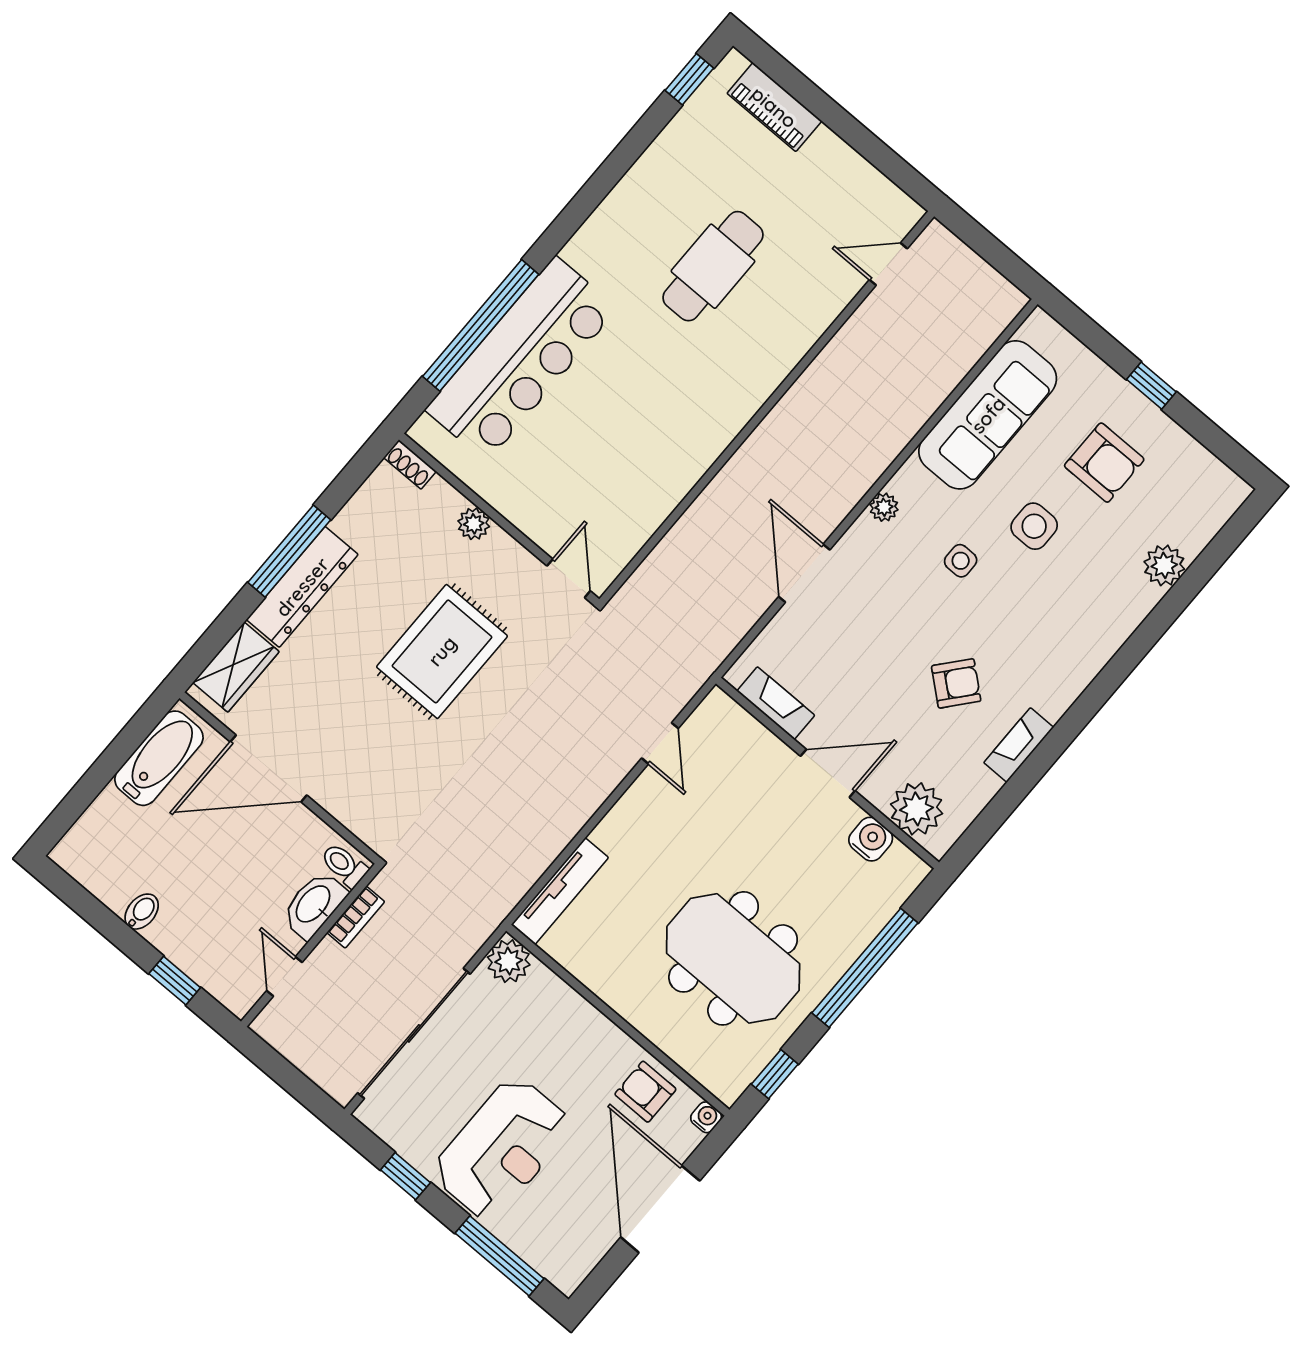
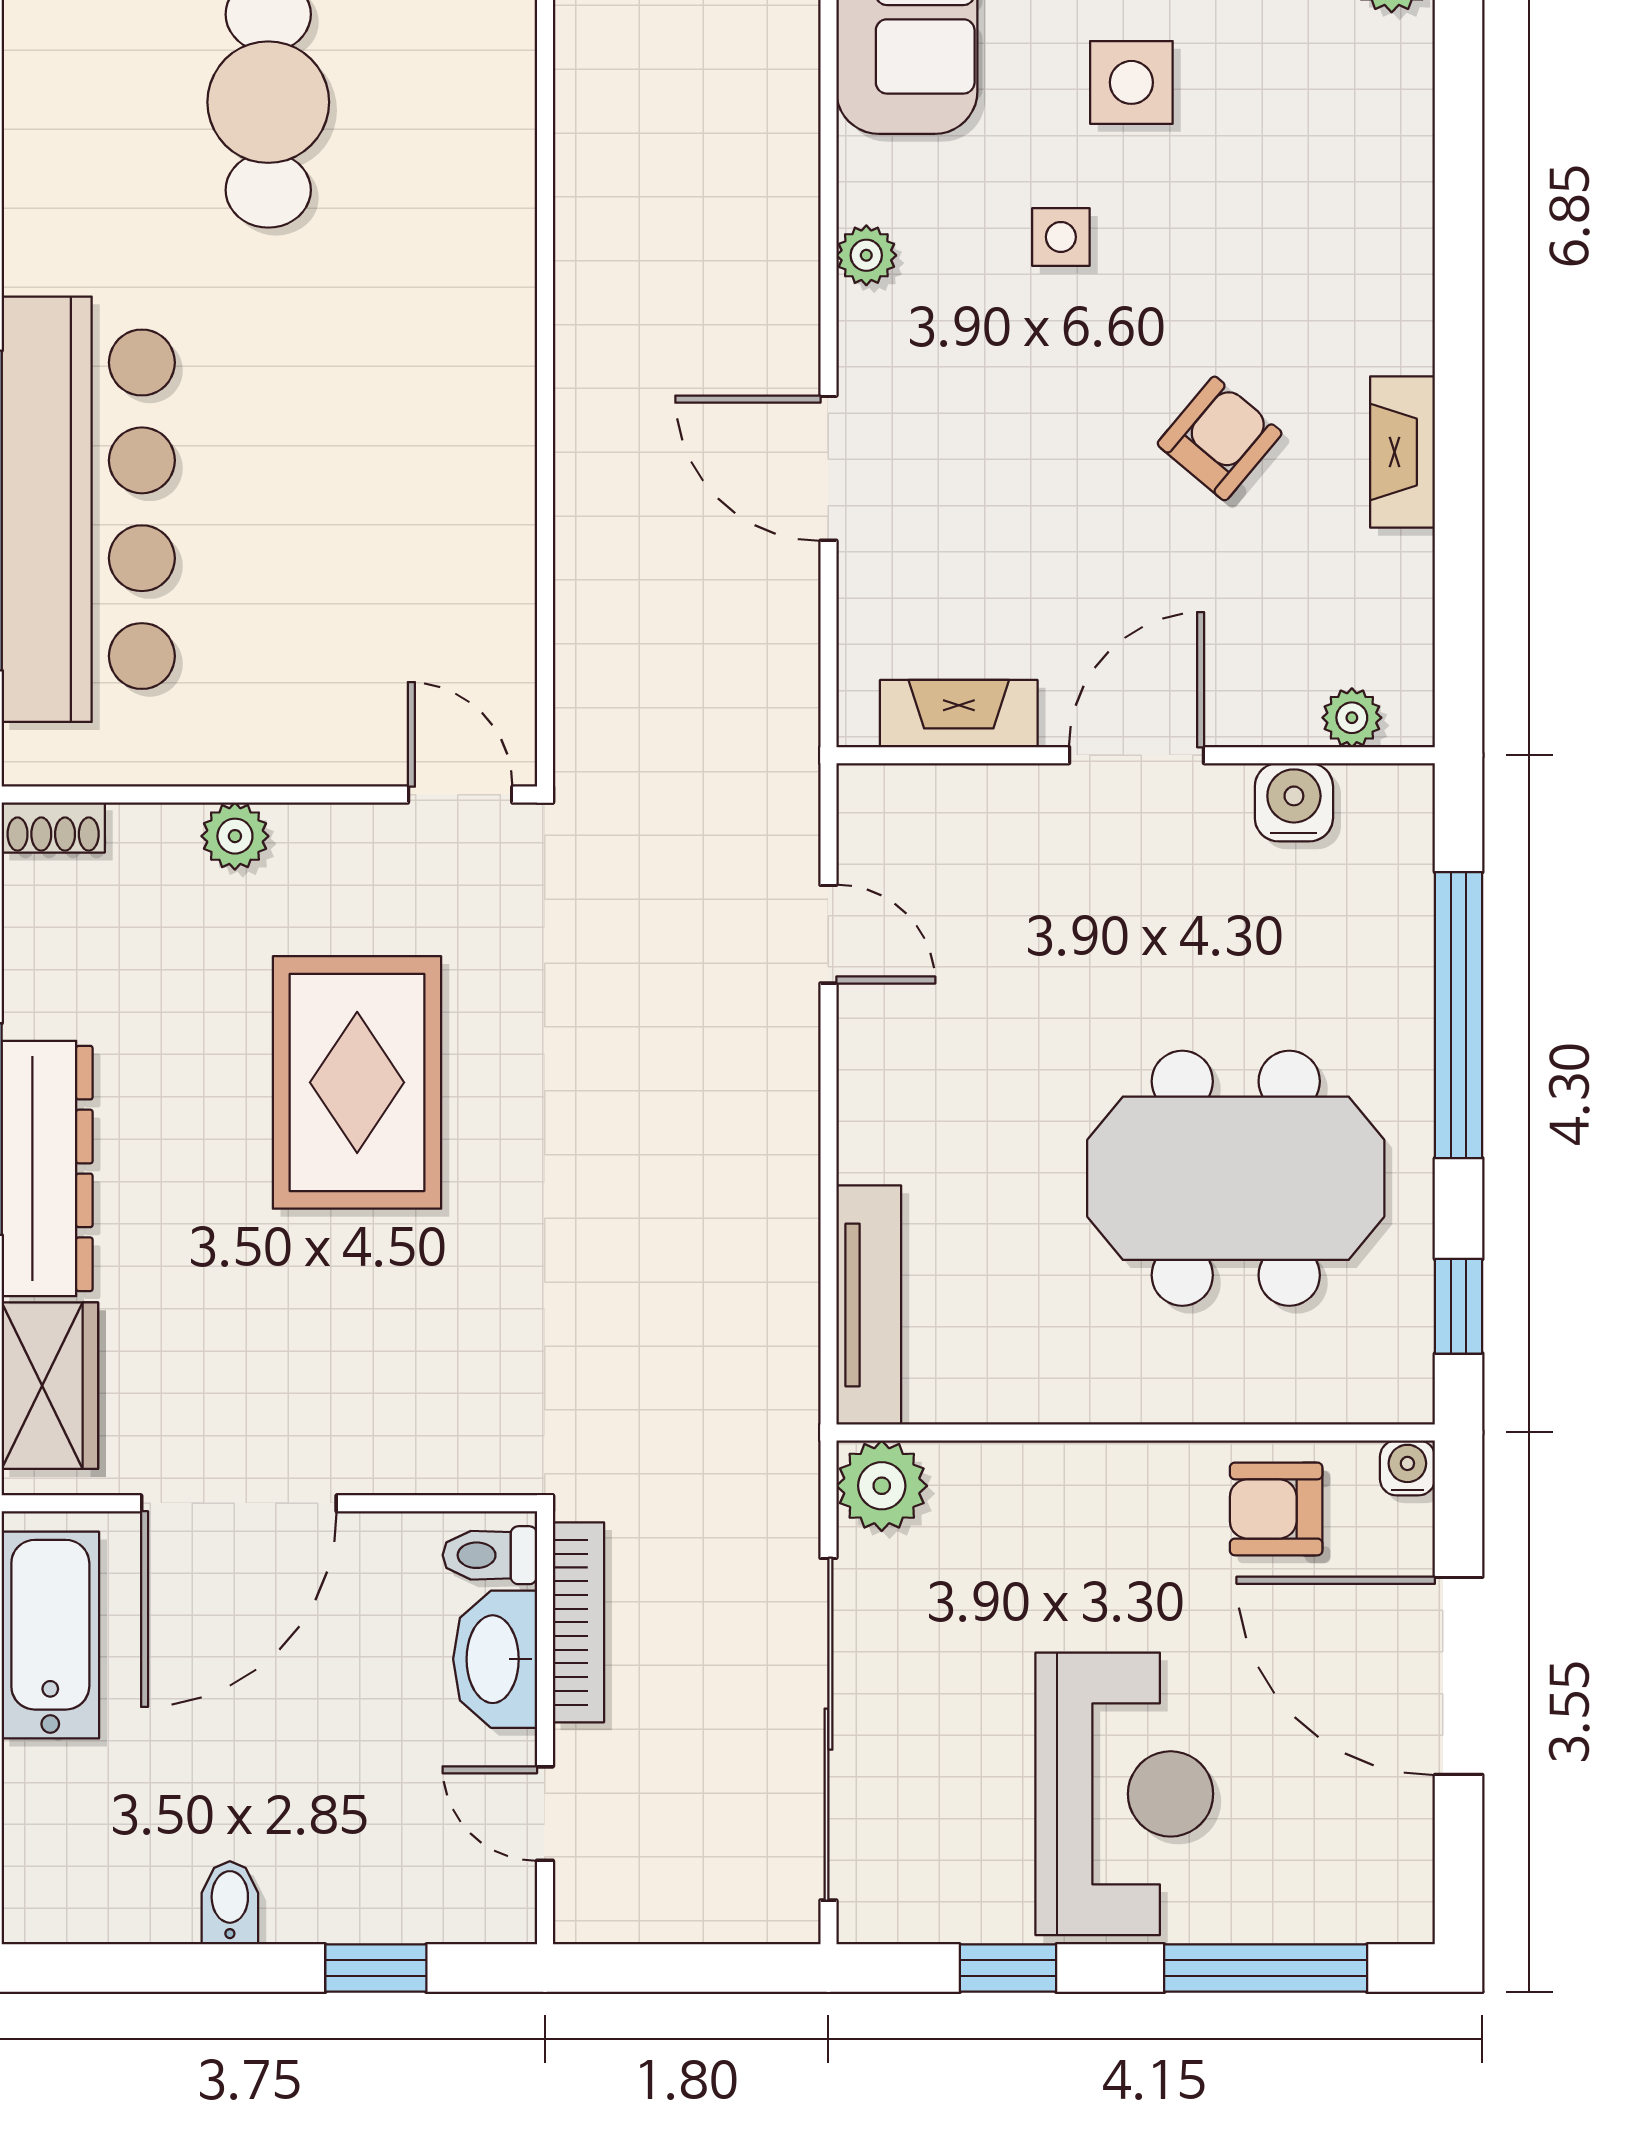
plant: (917, 809) -> (1352, 718), width x0.53, depth x0.53
bookcase: (356, 917) -> (578, 1622), width x1.56

